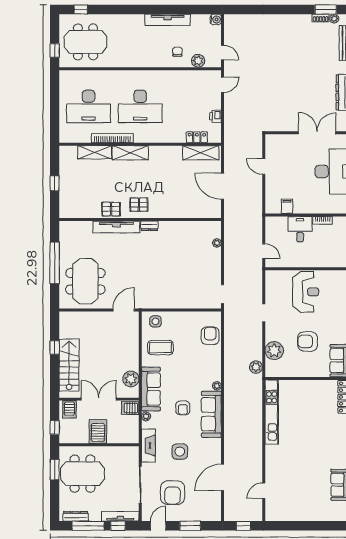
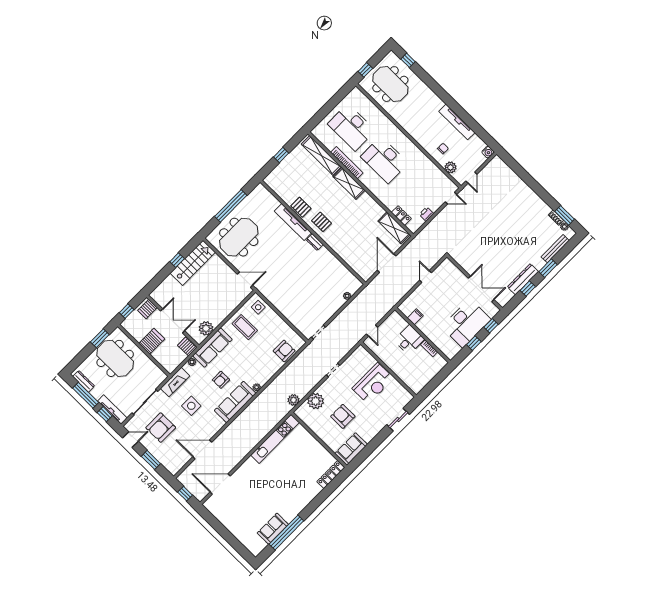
shelving: (95, 152) -> (321, 155), width x1.47
stairs: (69, 365) -> (193, 263), moved
door: (264, 491) -> (220, 484), width x1.88

